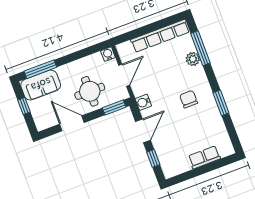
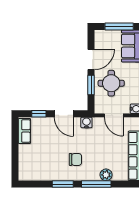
window: (200, 48) -> (96, 184), moved
window: (24, 106) -> (119, 26), width x2.17
window: (114, 108) -> (91, 85), moved
row of seats: (204, 157) -> (24, 131), moved

